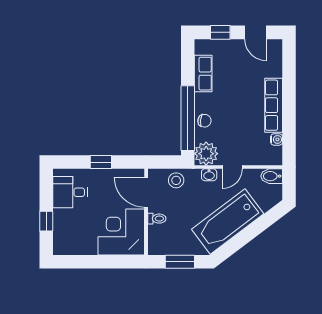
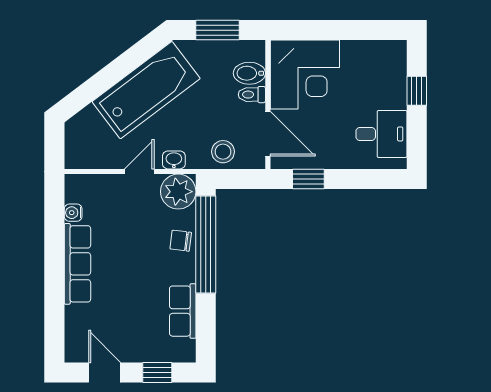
window: (101, 162) -> (308, 179), moved
bidet: (272, 176) -> (249, 73), moved, turned 180

